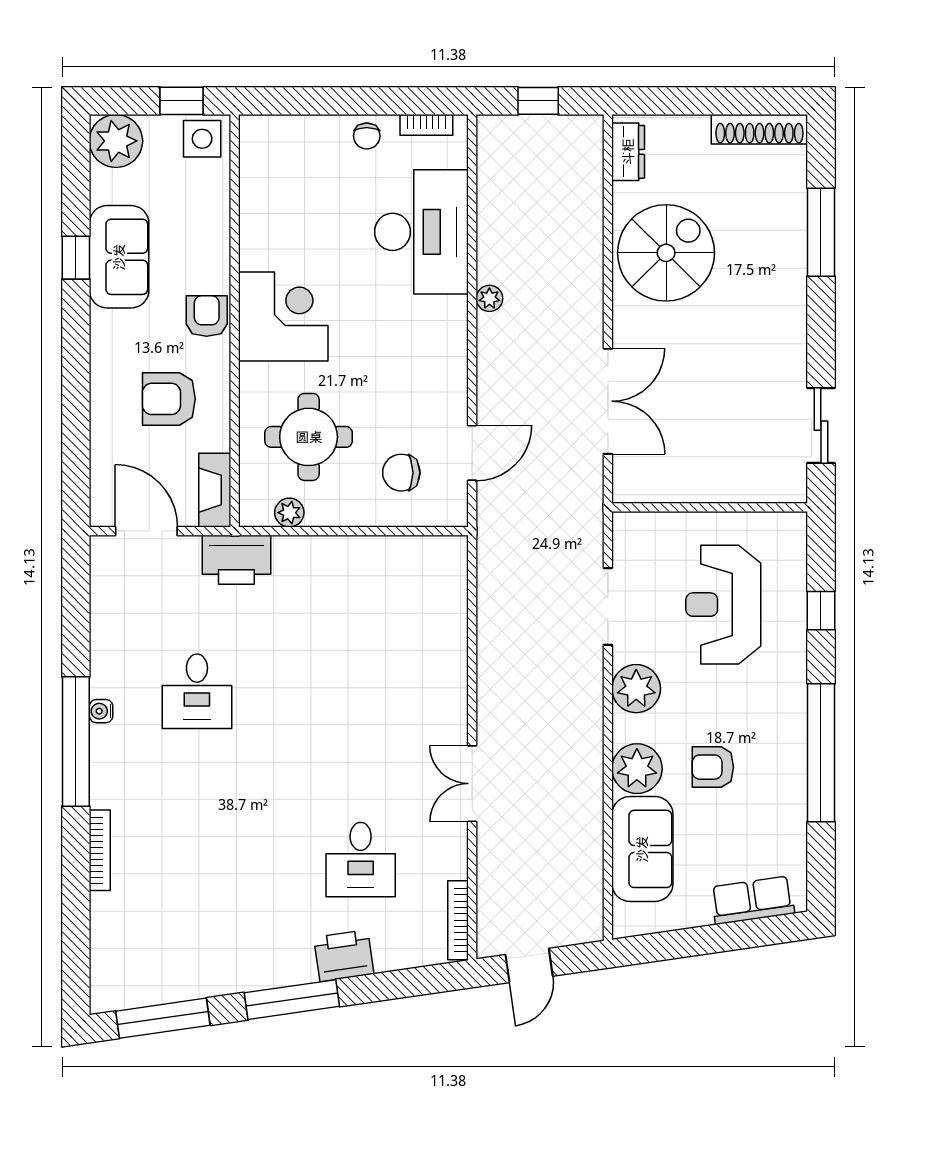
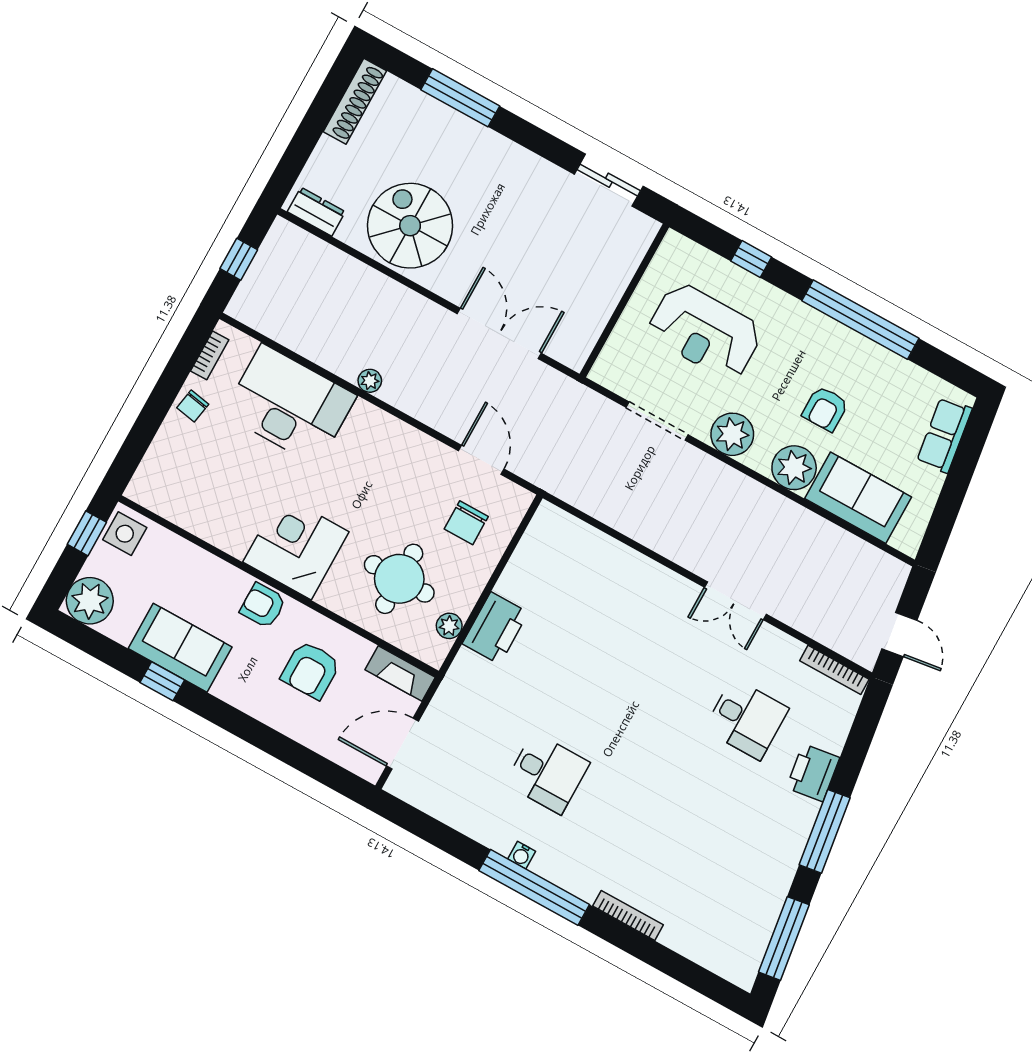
chair: (367, 136) -> (193, 406), turned 100
printer: (236, 560) -> (495, 628), moved

